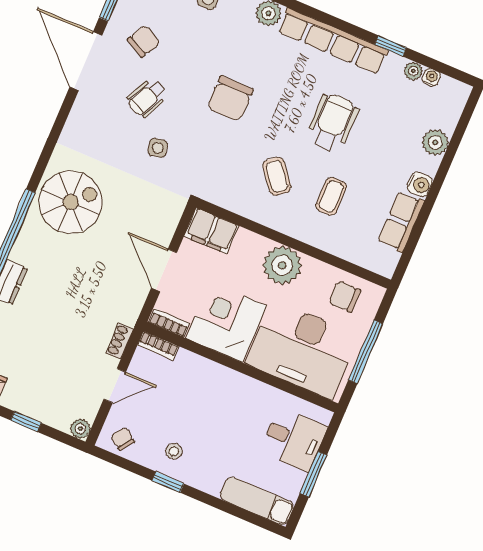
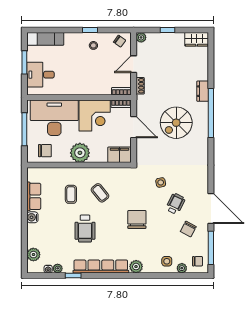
plant: (435, 142) -> (33, 255), moved
spiral stairs: (71, 202) -> (176, 123), moved

